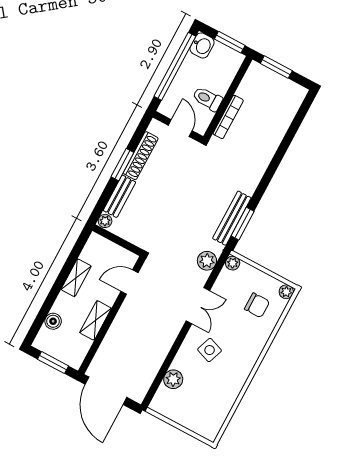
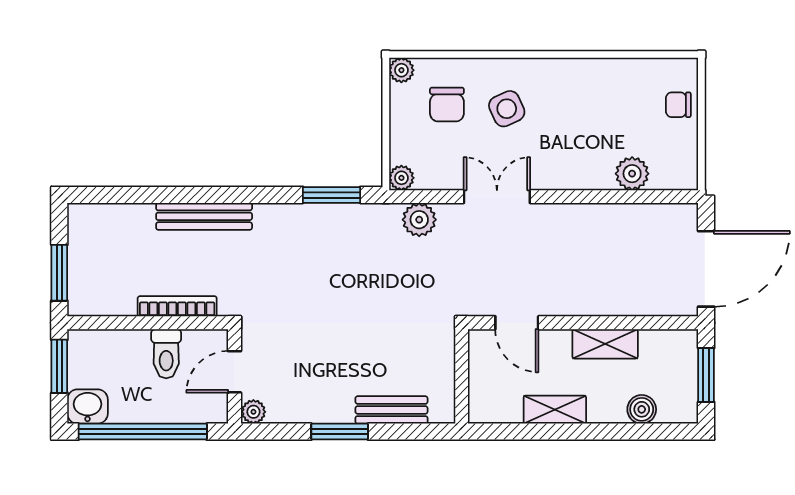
shoe rack: (141, 156) -> (310, 411), removed
bench: (232, 218) -> (204, 216), moved
plant: (105, 221) -> (253, 412), moved
chair: (257, 305) -> (447, 104), turned 180
side table: (210, 350) -> (507, 109), moved, turned 45
chair: (195, 421) -> (678, 105), added

